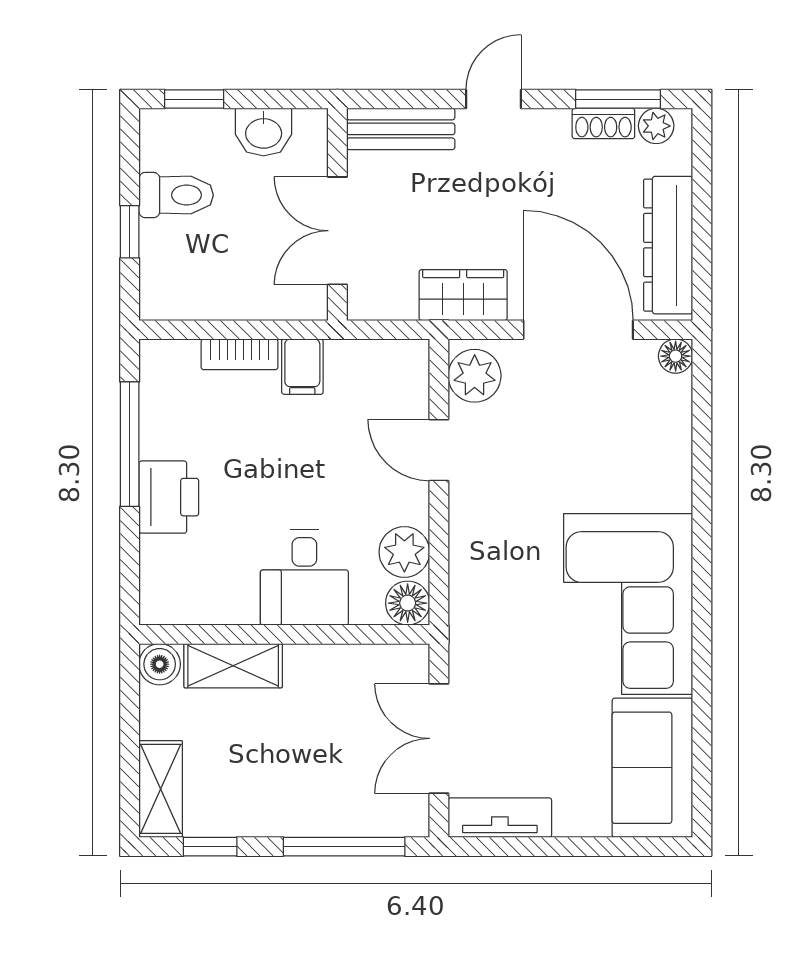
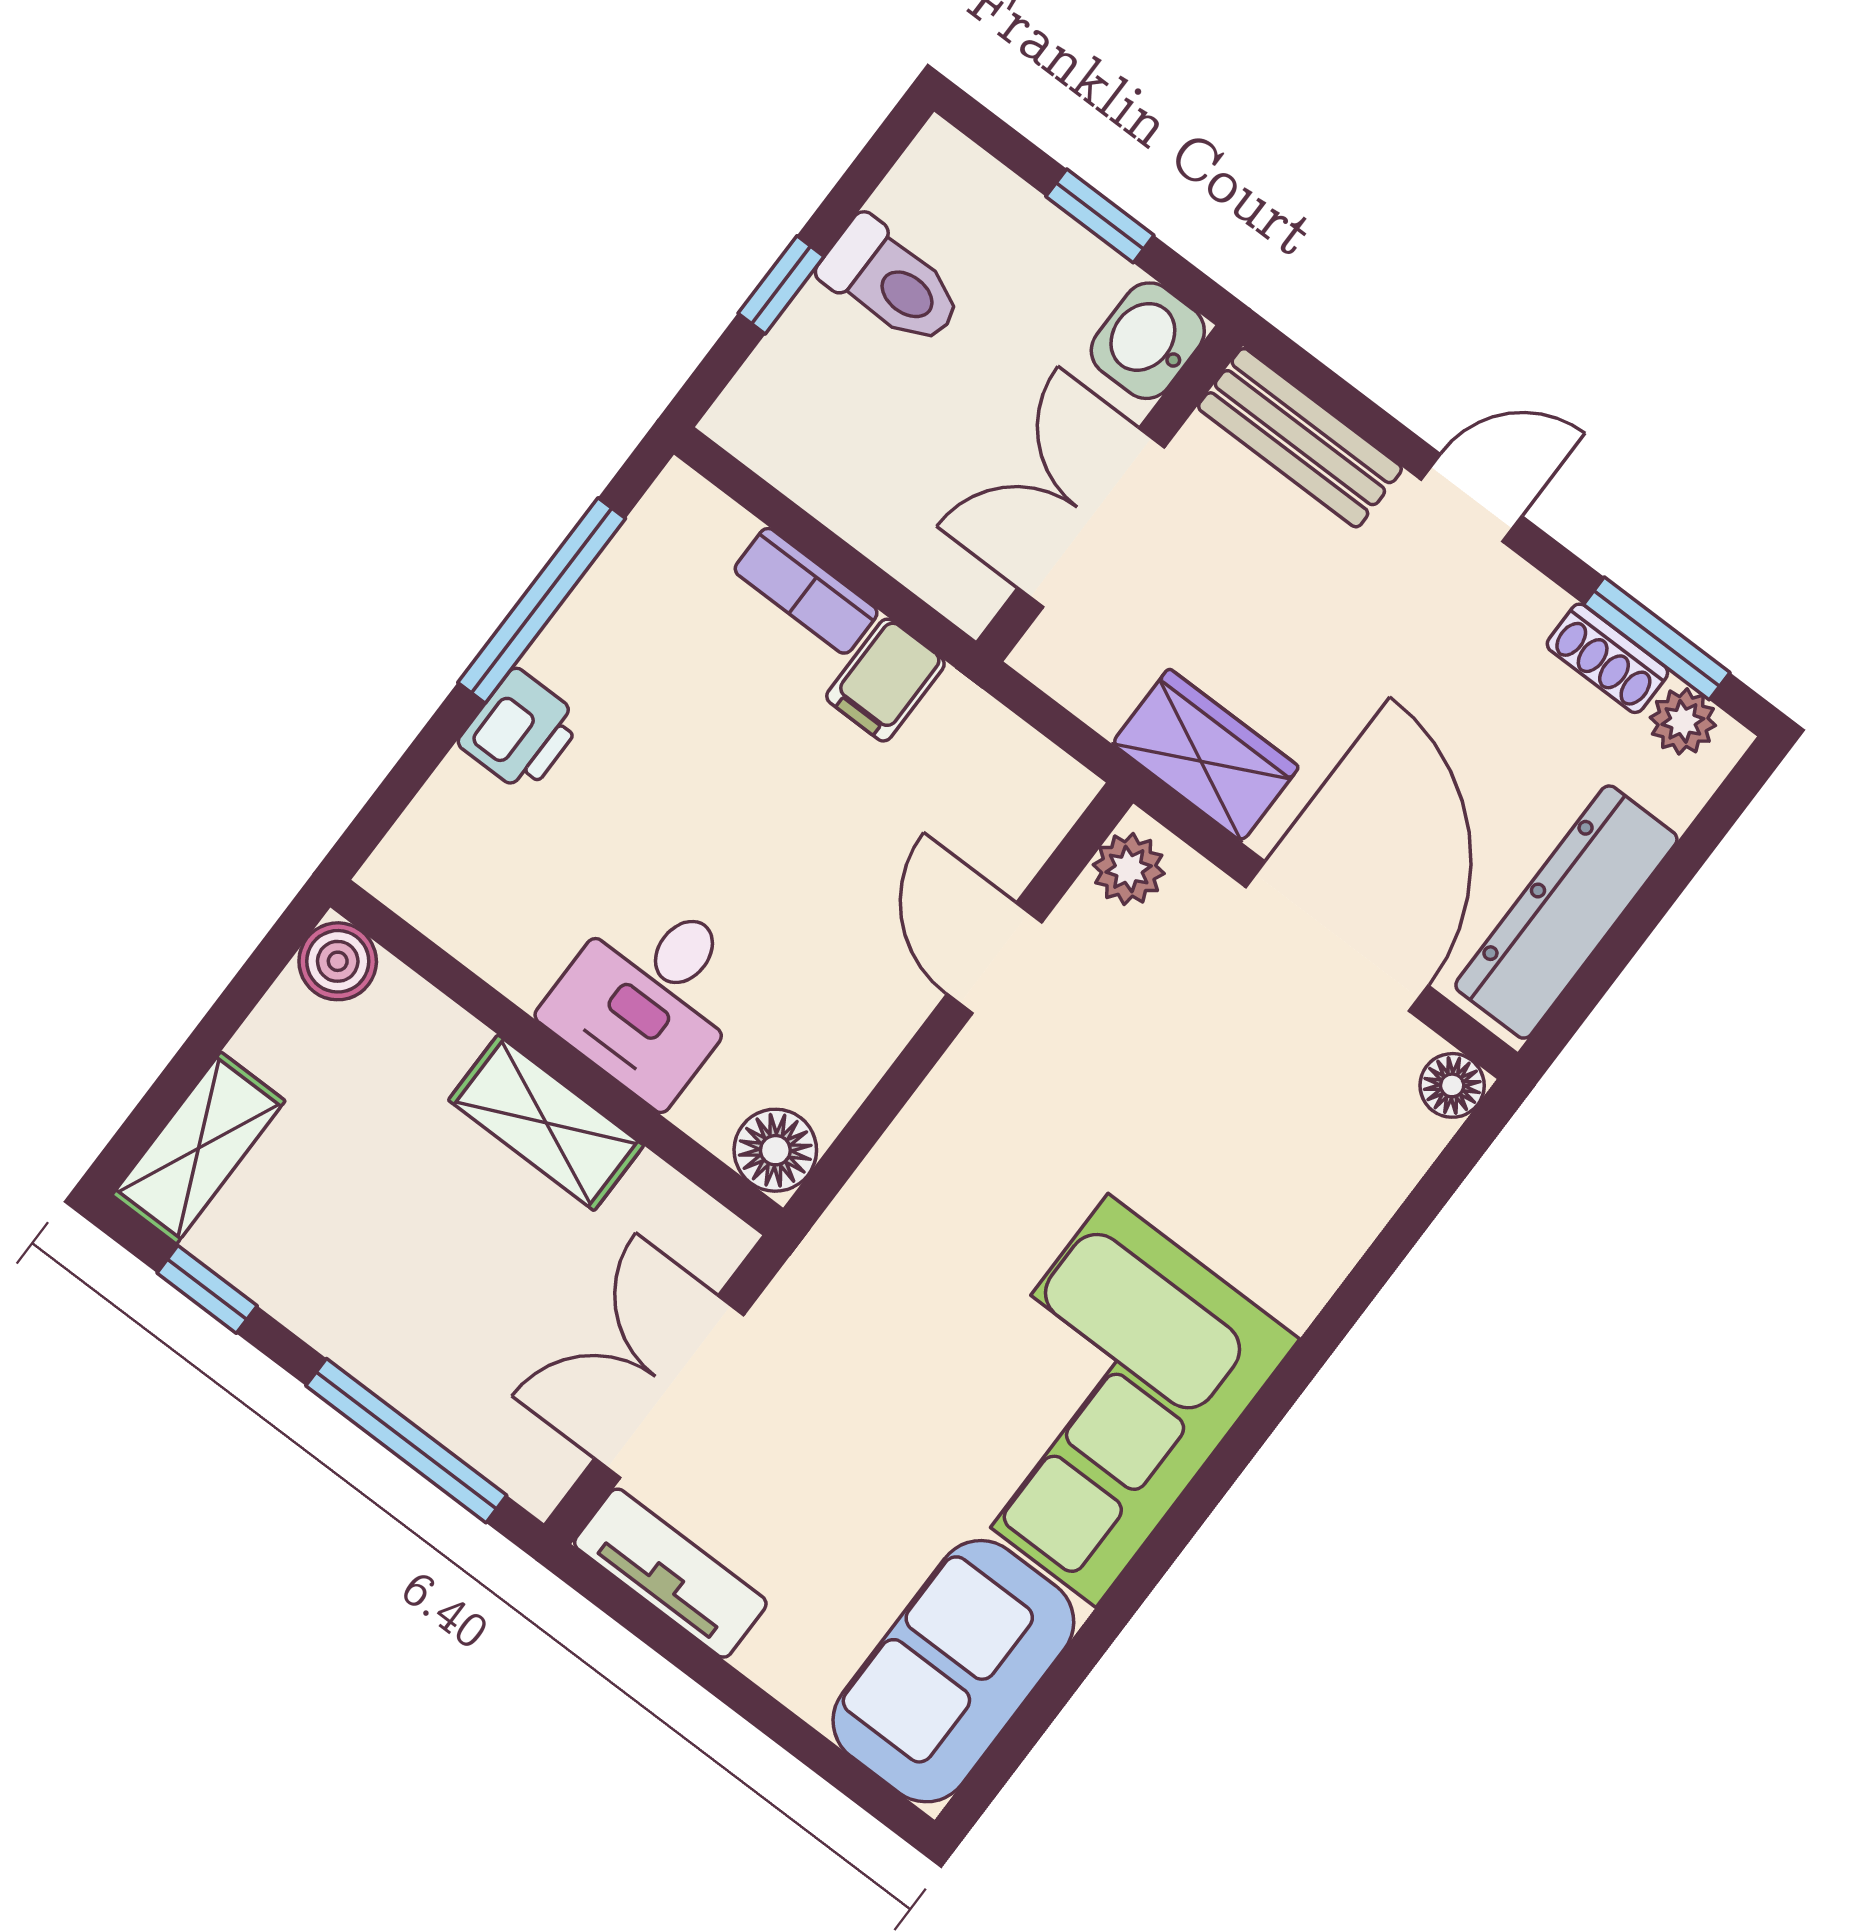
window: (194, 99) -> (1100, 216), moved
washbasin: (264, 132) -> (1148, 341), moved, turned 90
plant: (475, 376) -> (1129, 869), width x0.73, depth x0.73
printer: (169, 497) -> (520, 731), width x0.73, depth x0.81
plant: (404, 552) -> (828, 1071), removed
shelving: (233, 666) -> (546, 1123), moved

